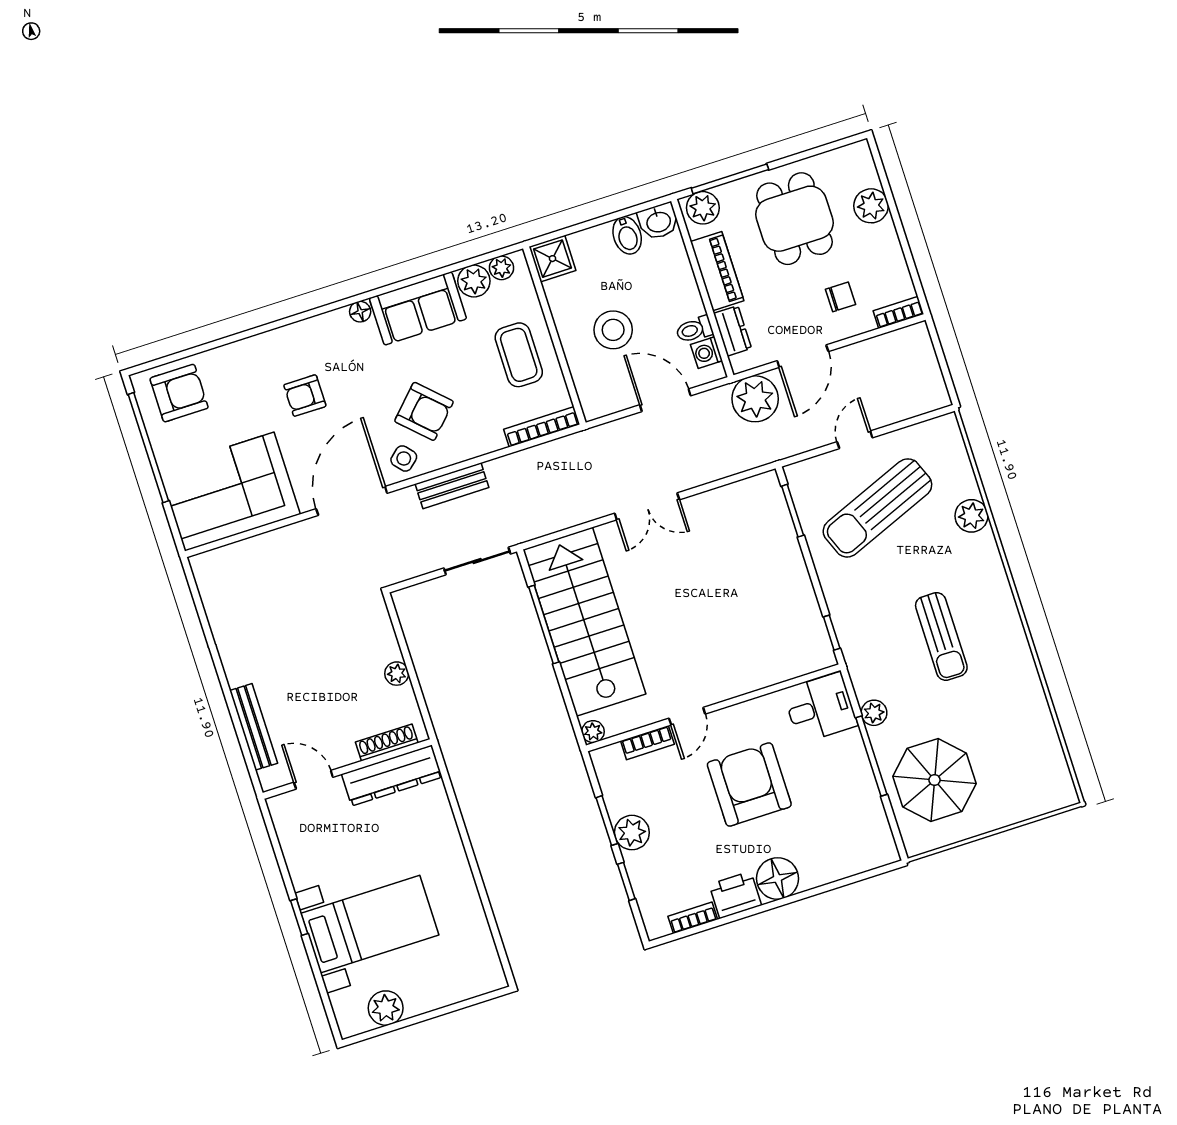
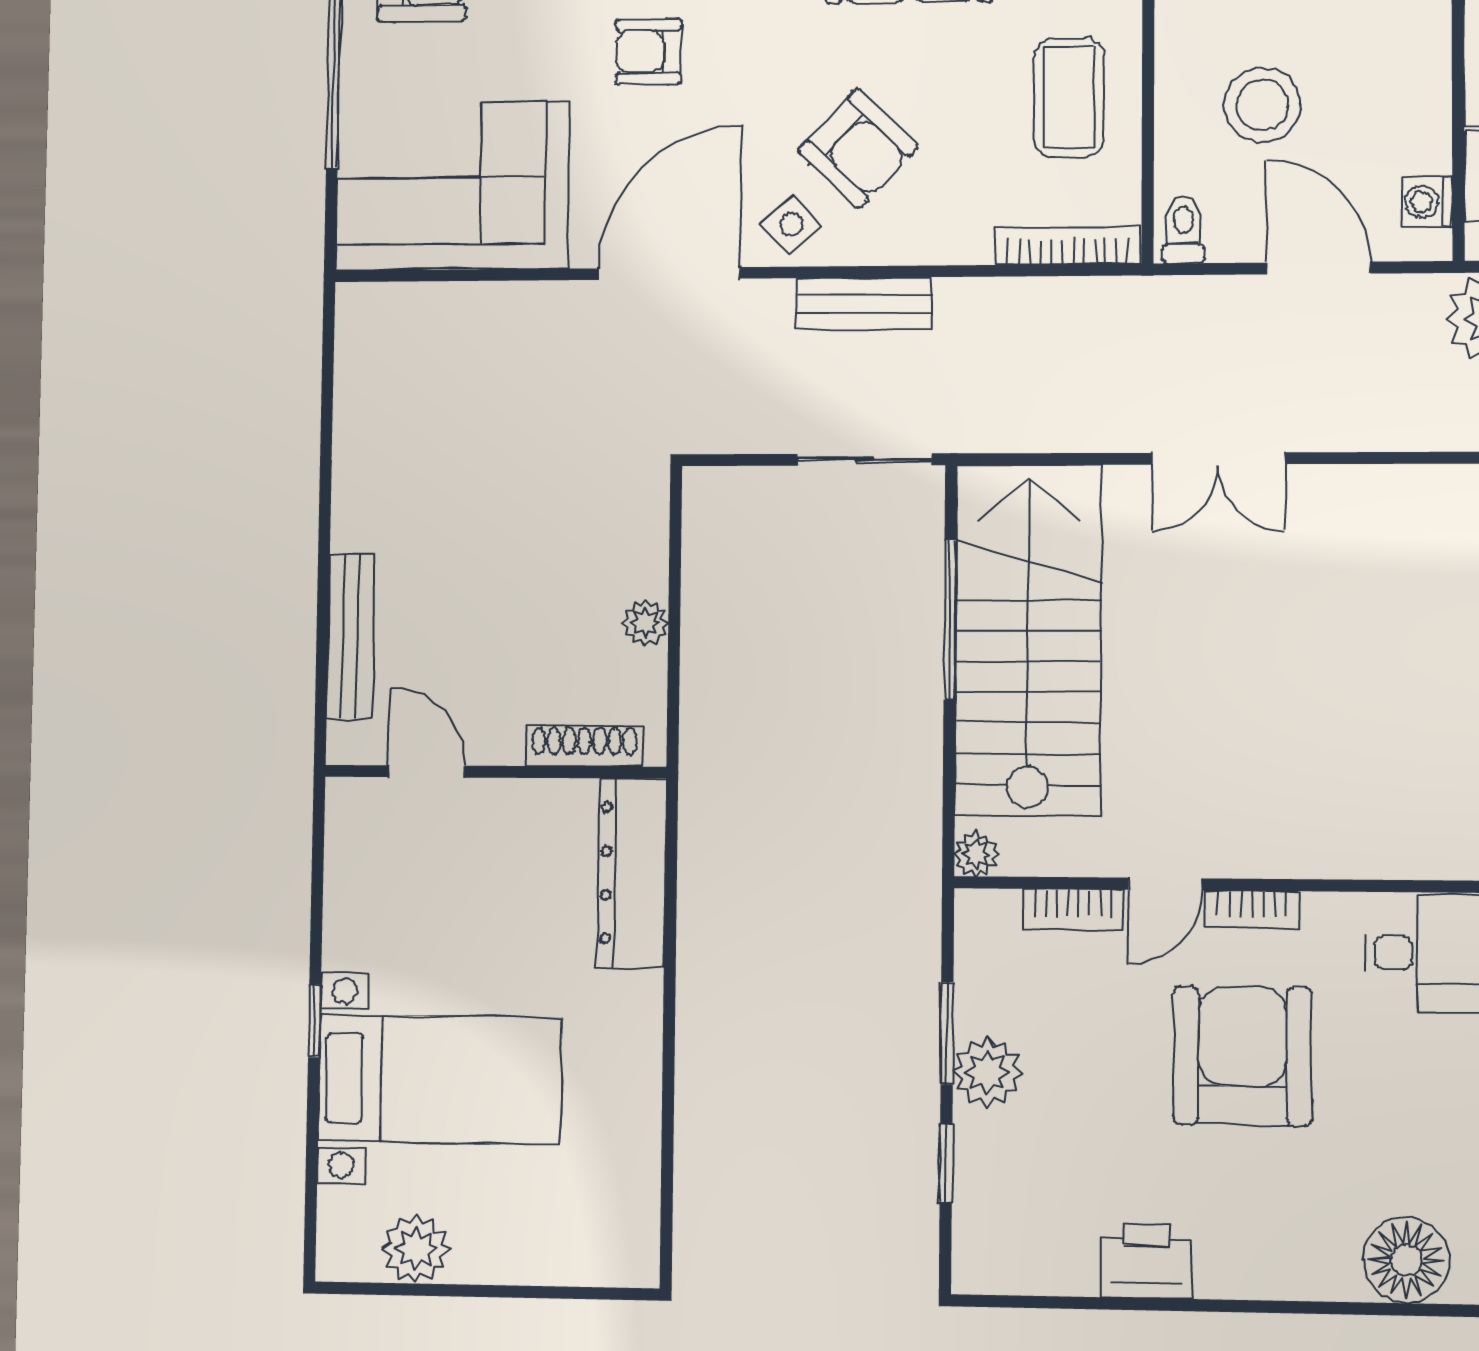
toilet: (694, 329) -> (1183, 229), moved, turned 90
dresser: (392, 776) -> (632, 873), moved, turned 90
floor lamp: (777, 878) -> (1406, 1260), moved
bookcase: (693, 918) -> (1252, 910), moved, turned 180

